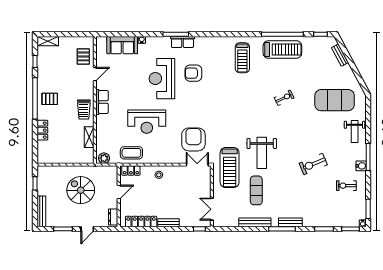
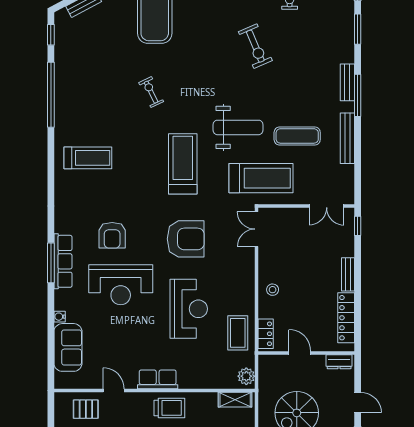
row of seats: (182, 42) -> (63, 261), width x1.48
treadmill: (282, 50) -> (183, 164), moved
shelving: (89, 137) -> (235, 400), moved
armchair: (193, 139) -> (186, 239), moved, turned 180

